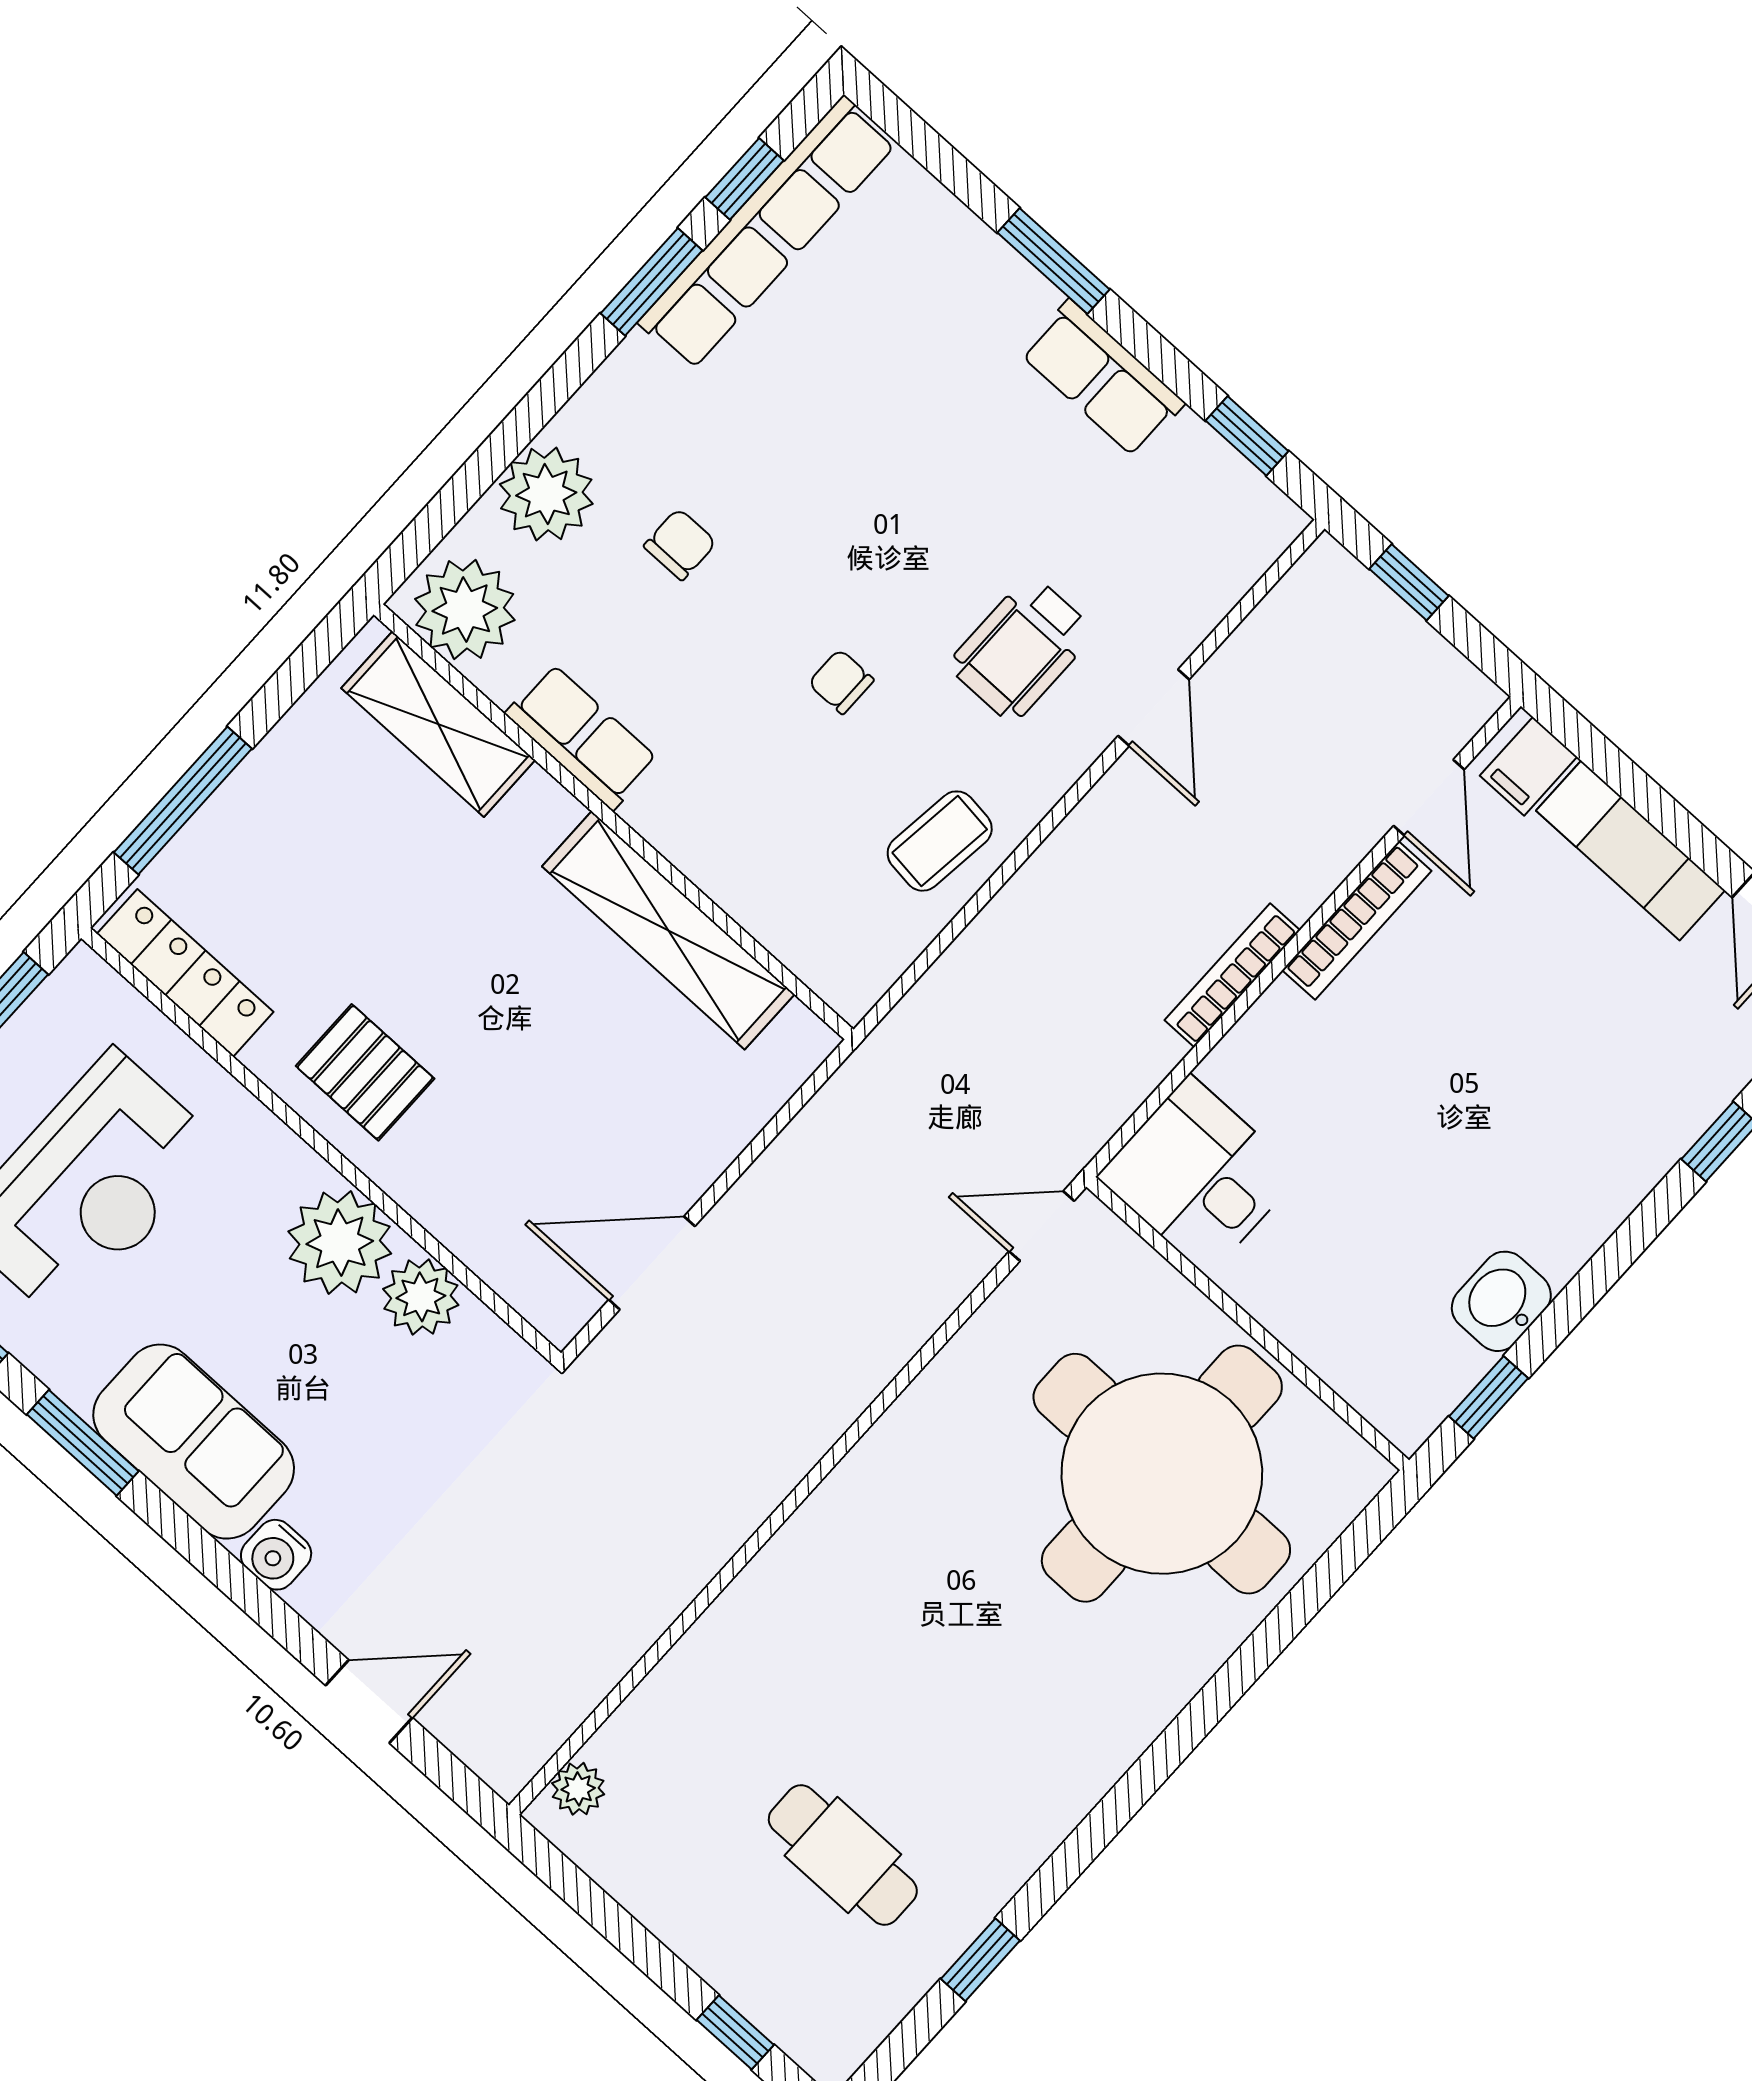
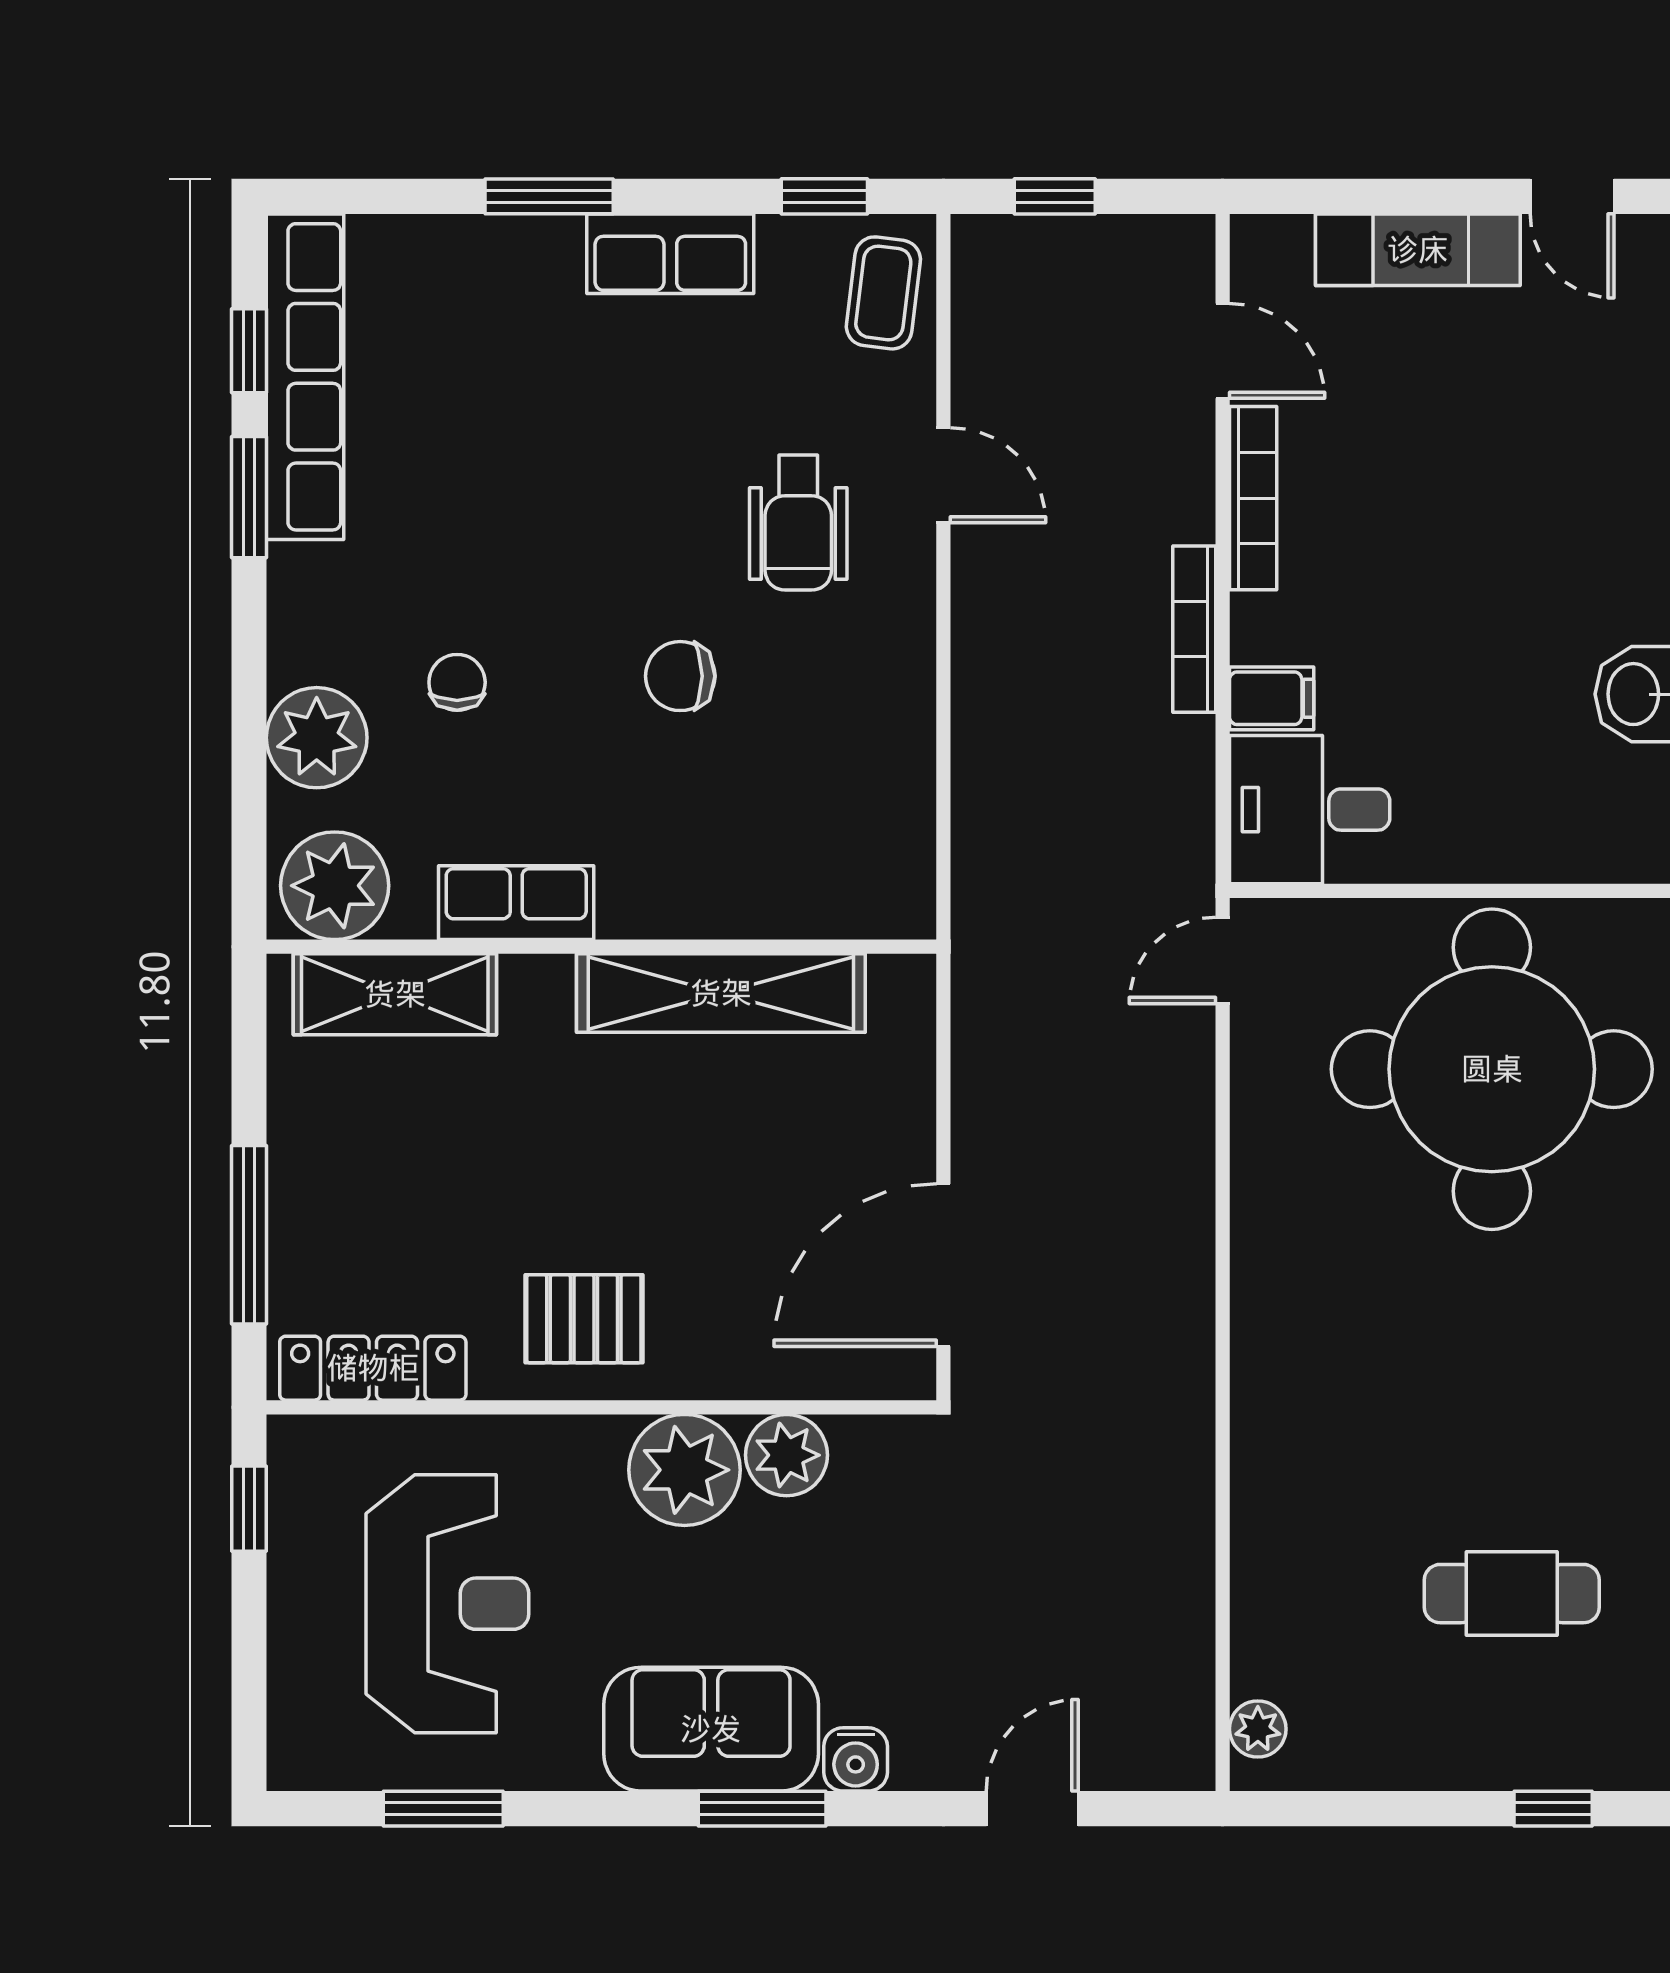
chair: (841, 682) -> (680, 676), width x1.37, depth x1.37
filing cabinet: (1529, 766) -> (1272, 698), moved, turned -90
coffee table: (940, 841) -> (883, 293), moved
door: (652, 1263) -> (943, 1265), width x1.36
window: (83, 1443) -> (762, 1809), moved

